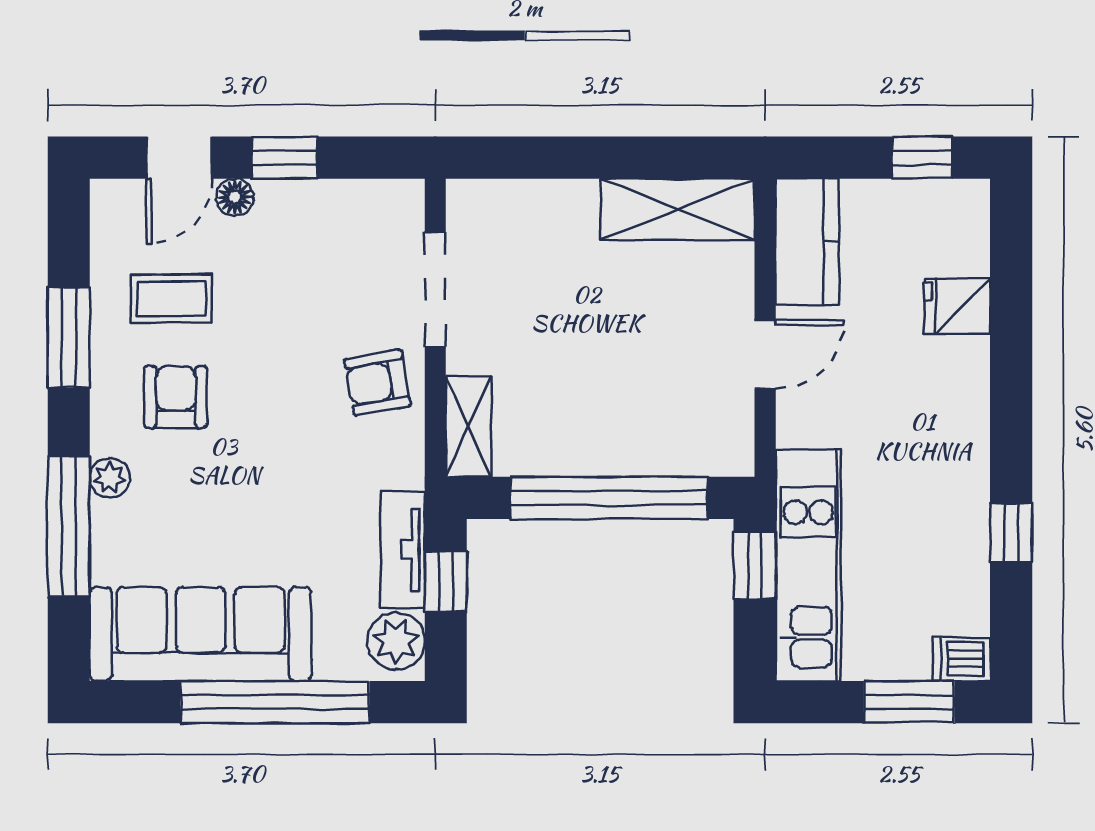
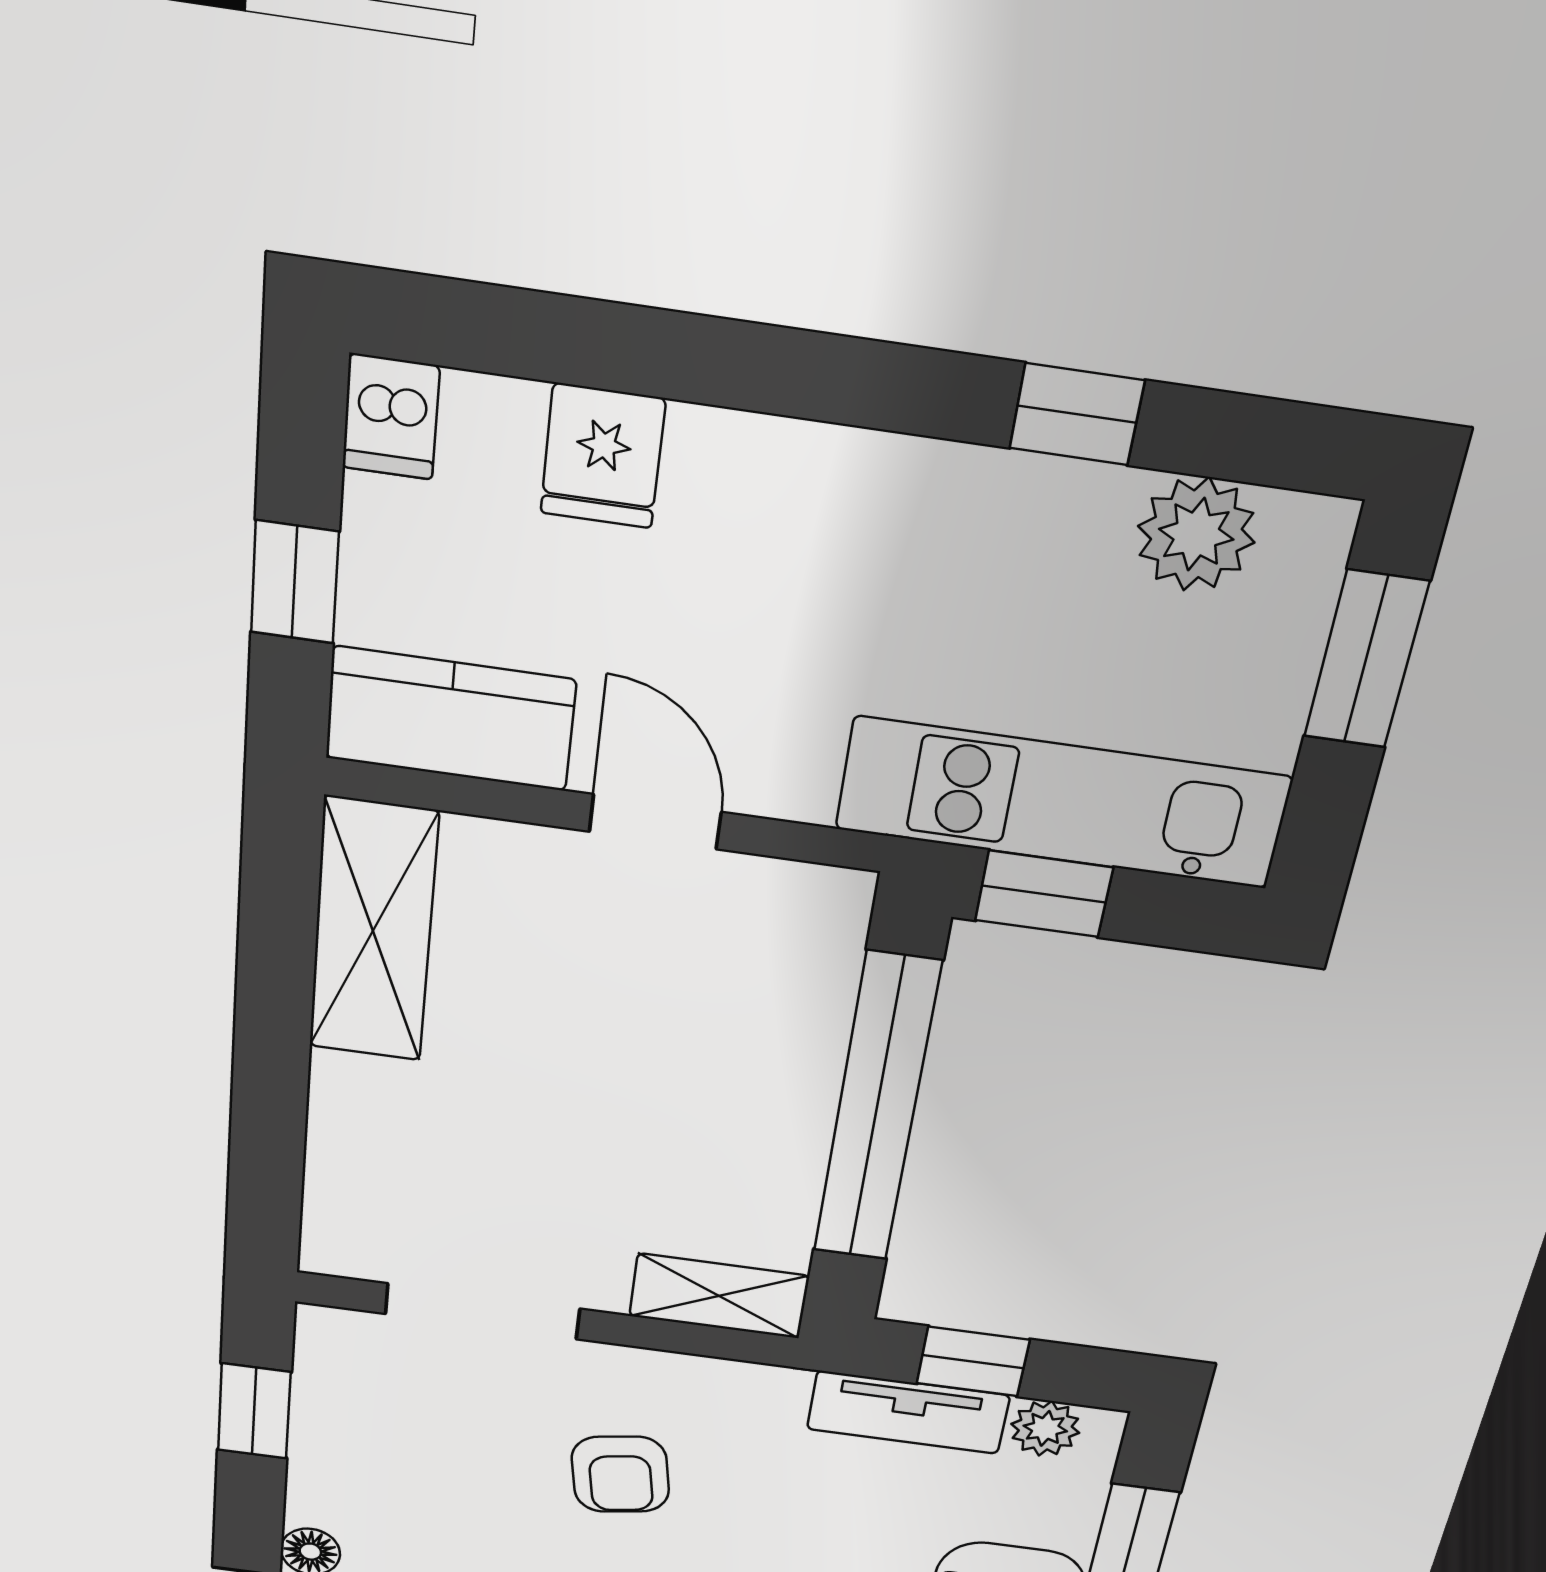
window: (285, 158) -> (254, 1411), moved
window: (922, 158) -> (295, 582), moved
armchair: (378, 382) -> (620, 1474), moved
plant: (961, 603) -> (1196, 534), added
plant: (396, 641) -> (1045, 1428), width x0.73, depth x0.73
dishwasher: (962, 659) -> (391, 417), moved

